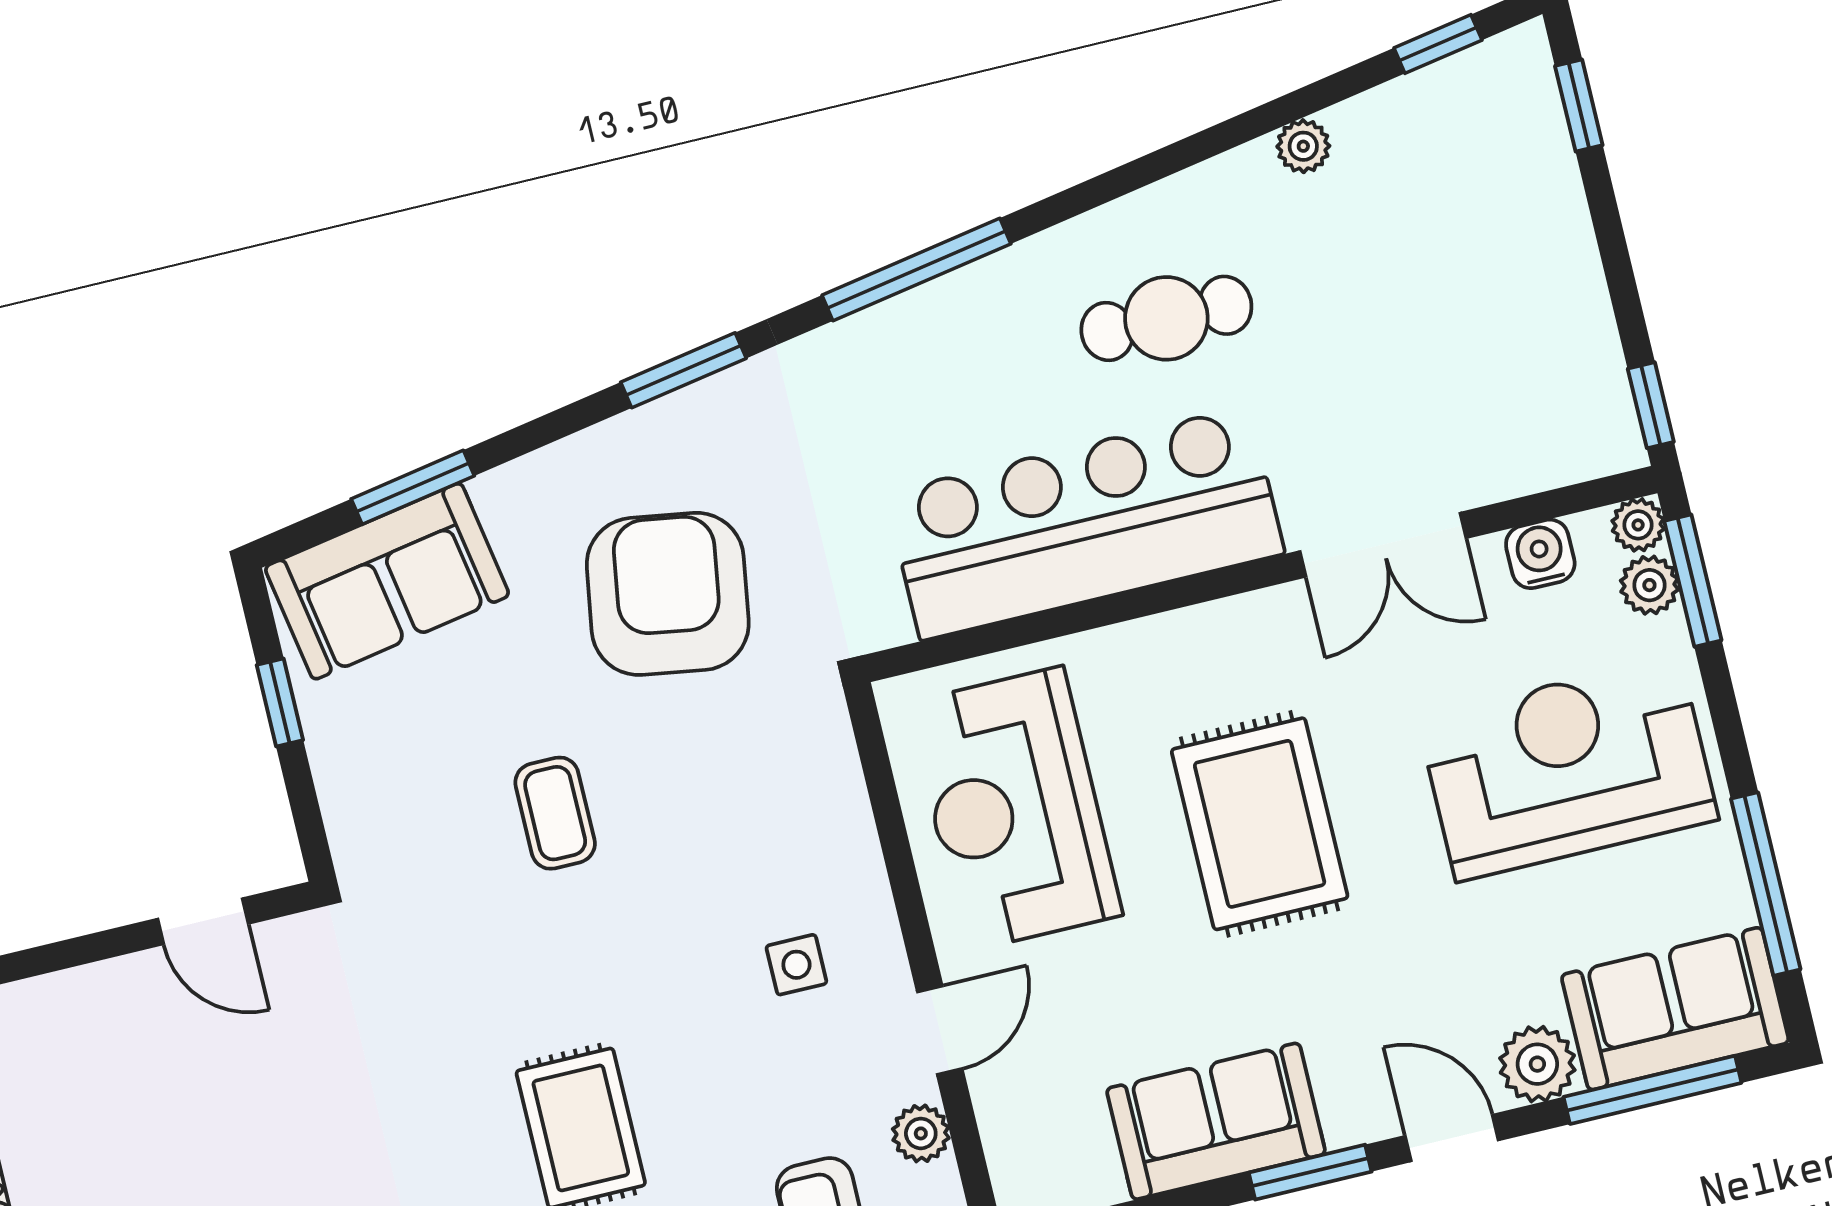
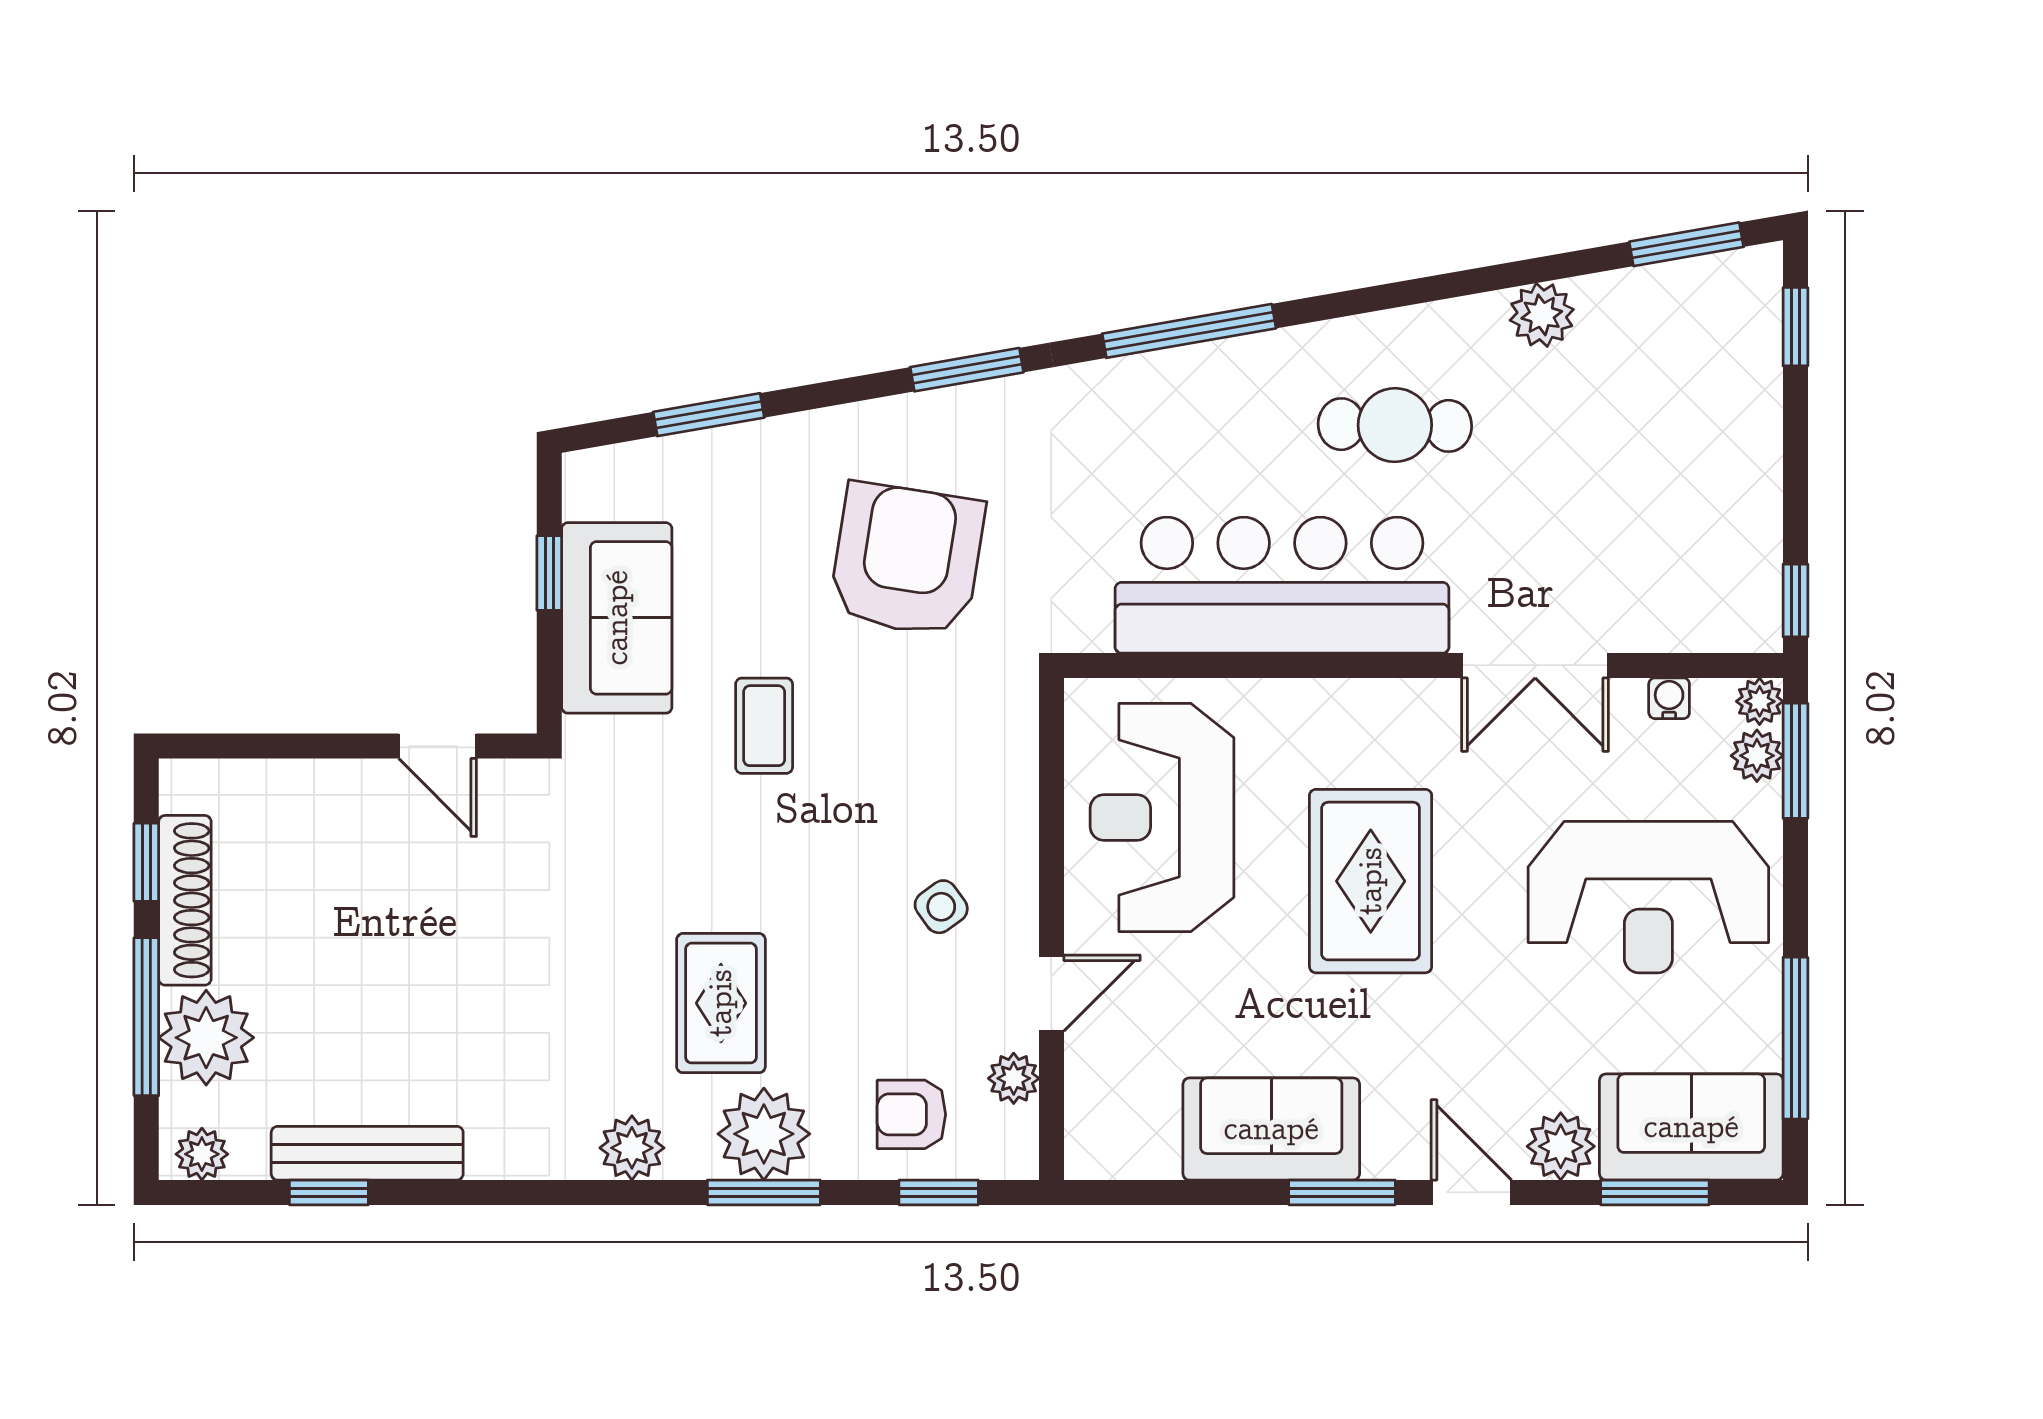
window: (1438, 44) -> (1686, 244), width x1.50
plant: (1303, 146) -> (1542, 315), width x1.38, depth x1.38
water cooler: (1540, 554) -> (1669, 698), width x0.72, depth x0.72
sofa: (387, 581) -> (617, 618), moved, turned -80
reception desk: (1568, 768) -> (1648, 897), turned 180
side table: (796, 965) -> (941, 907), turned -36
window: (1652, 1090) -> (1655, 1192), width x0.69

